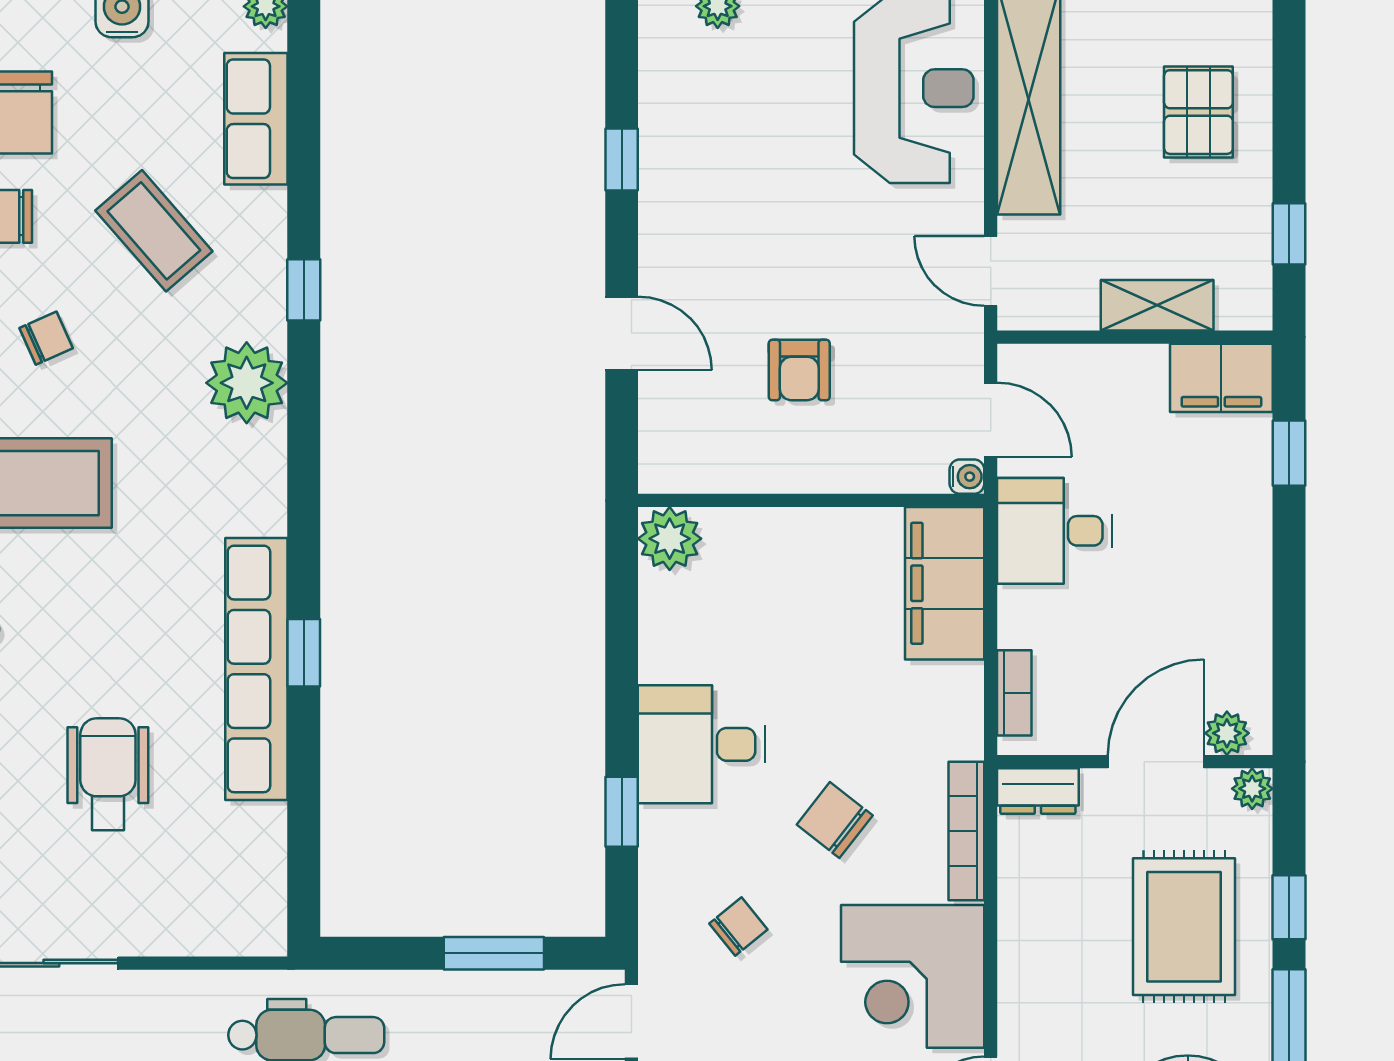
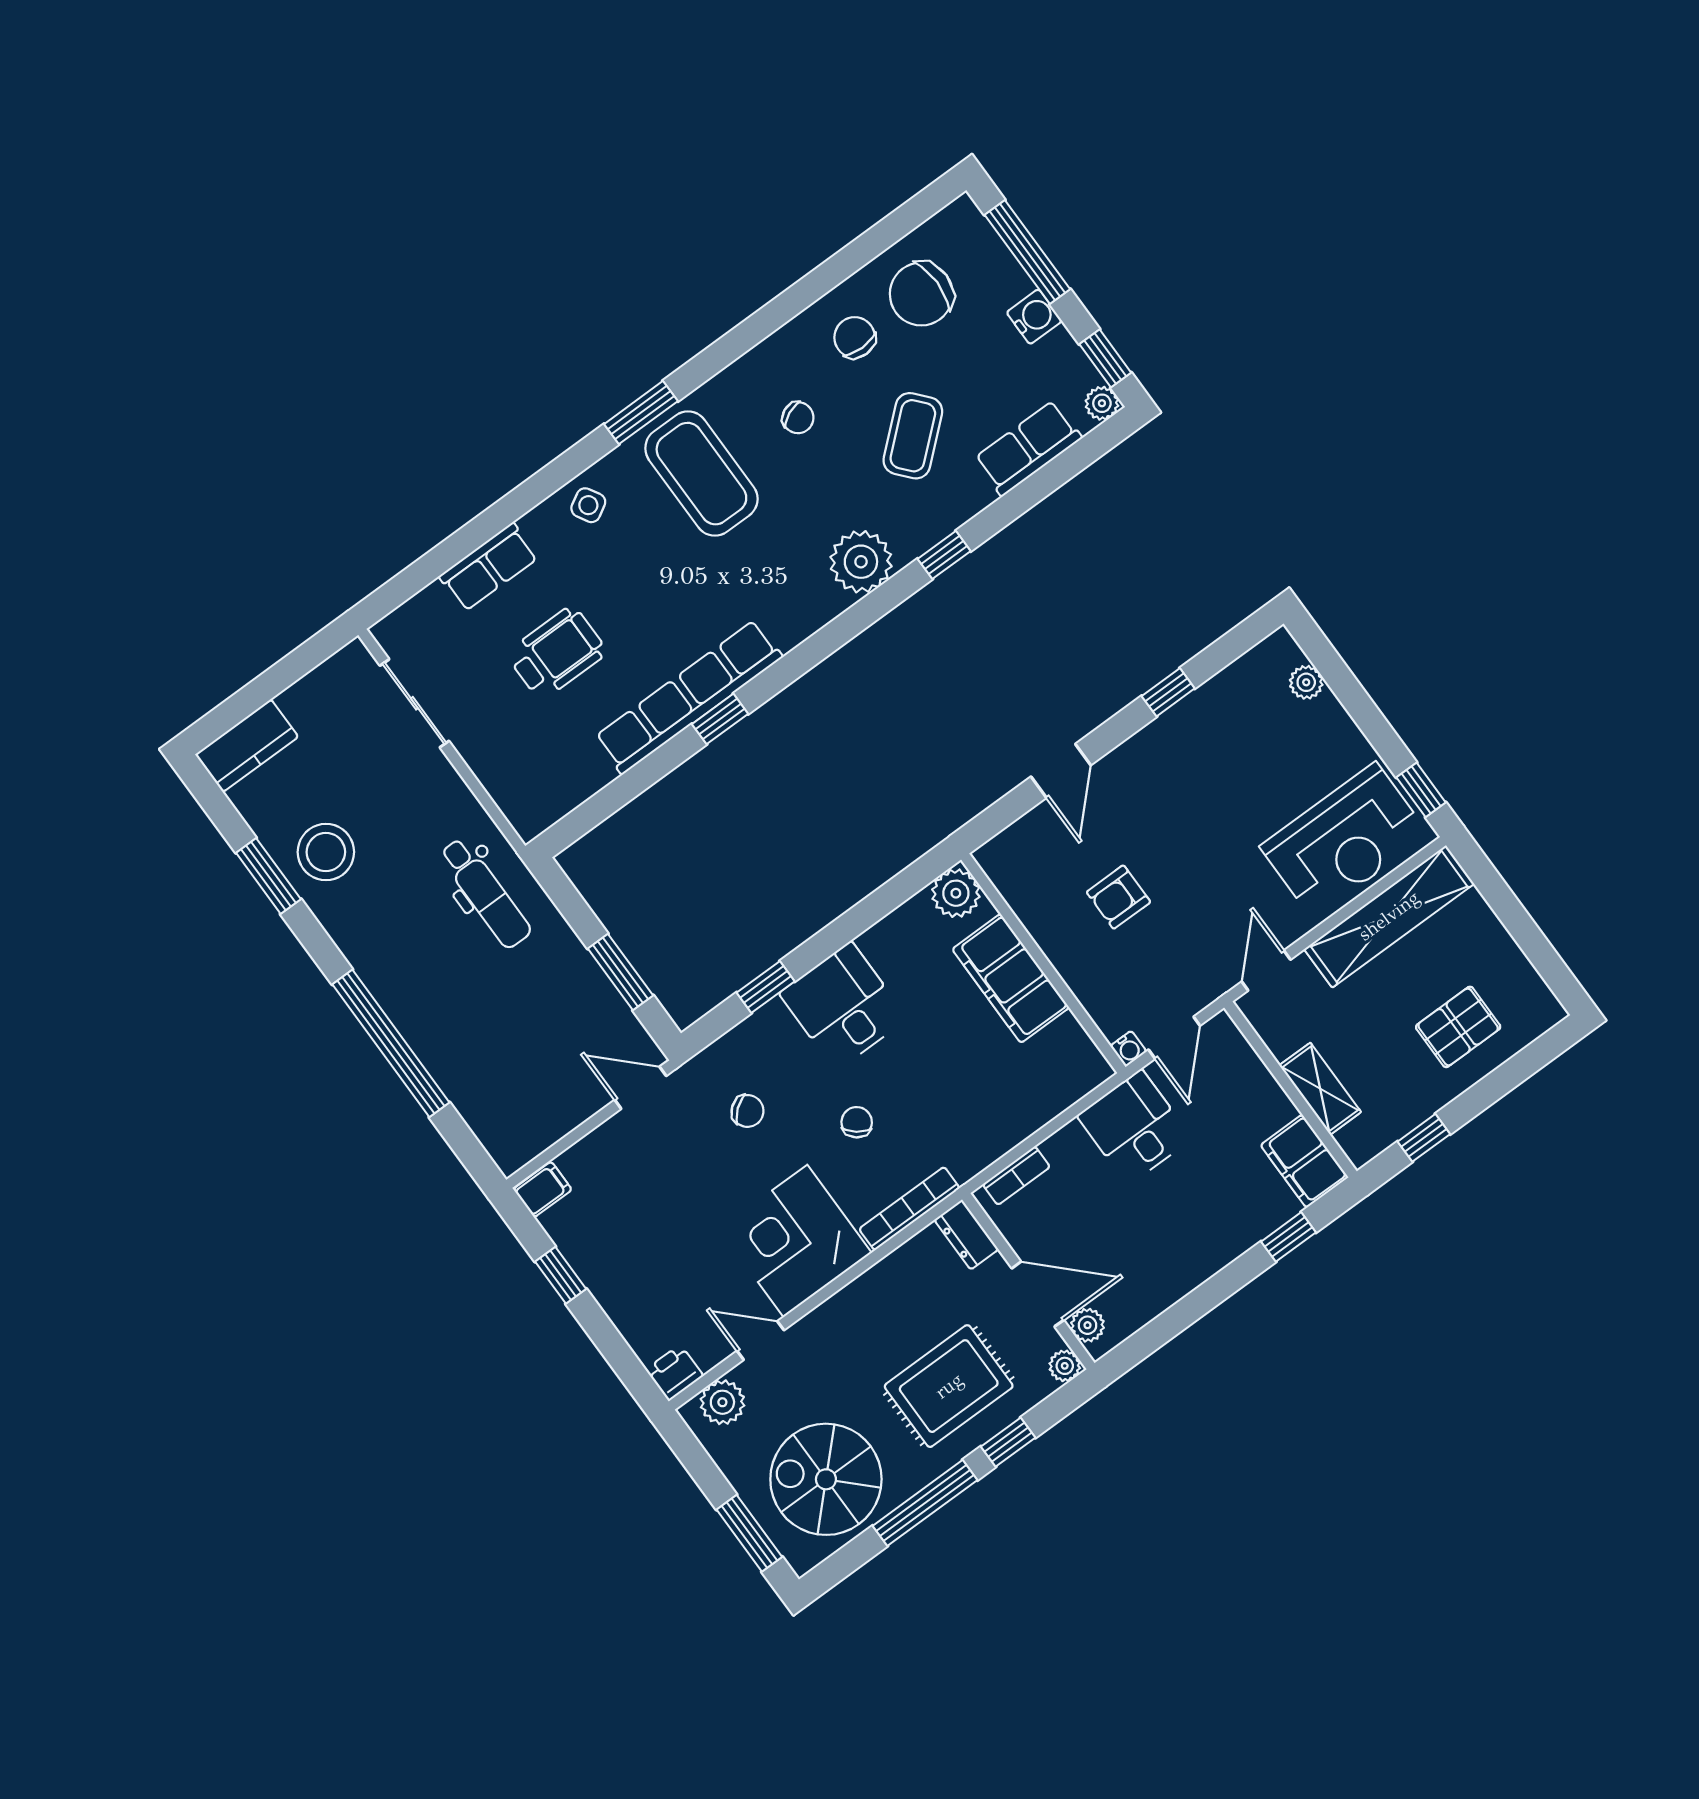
filing cabinet: (945, 583) -> (1011, 978), moved, turned -90
chair: (835, 820) -> (857, 1122), width x0.73, depth x0.73

